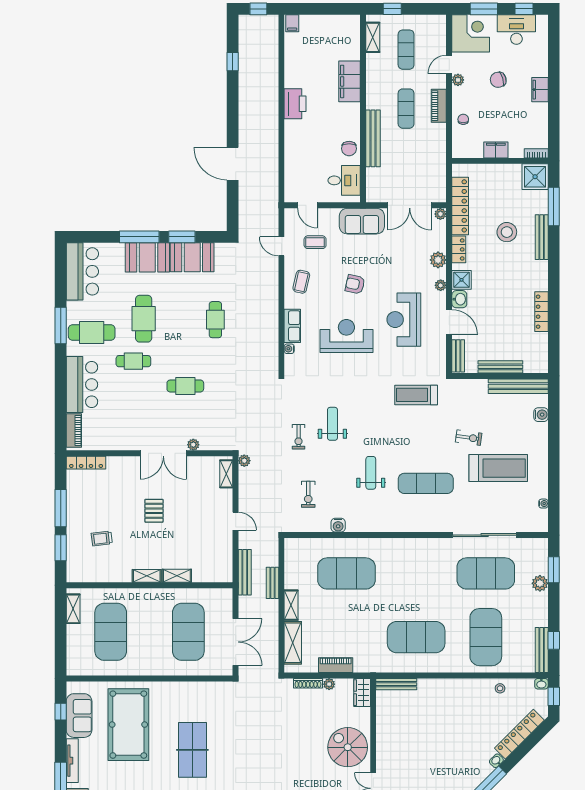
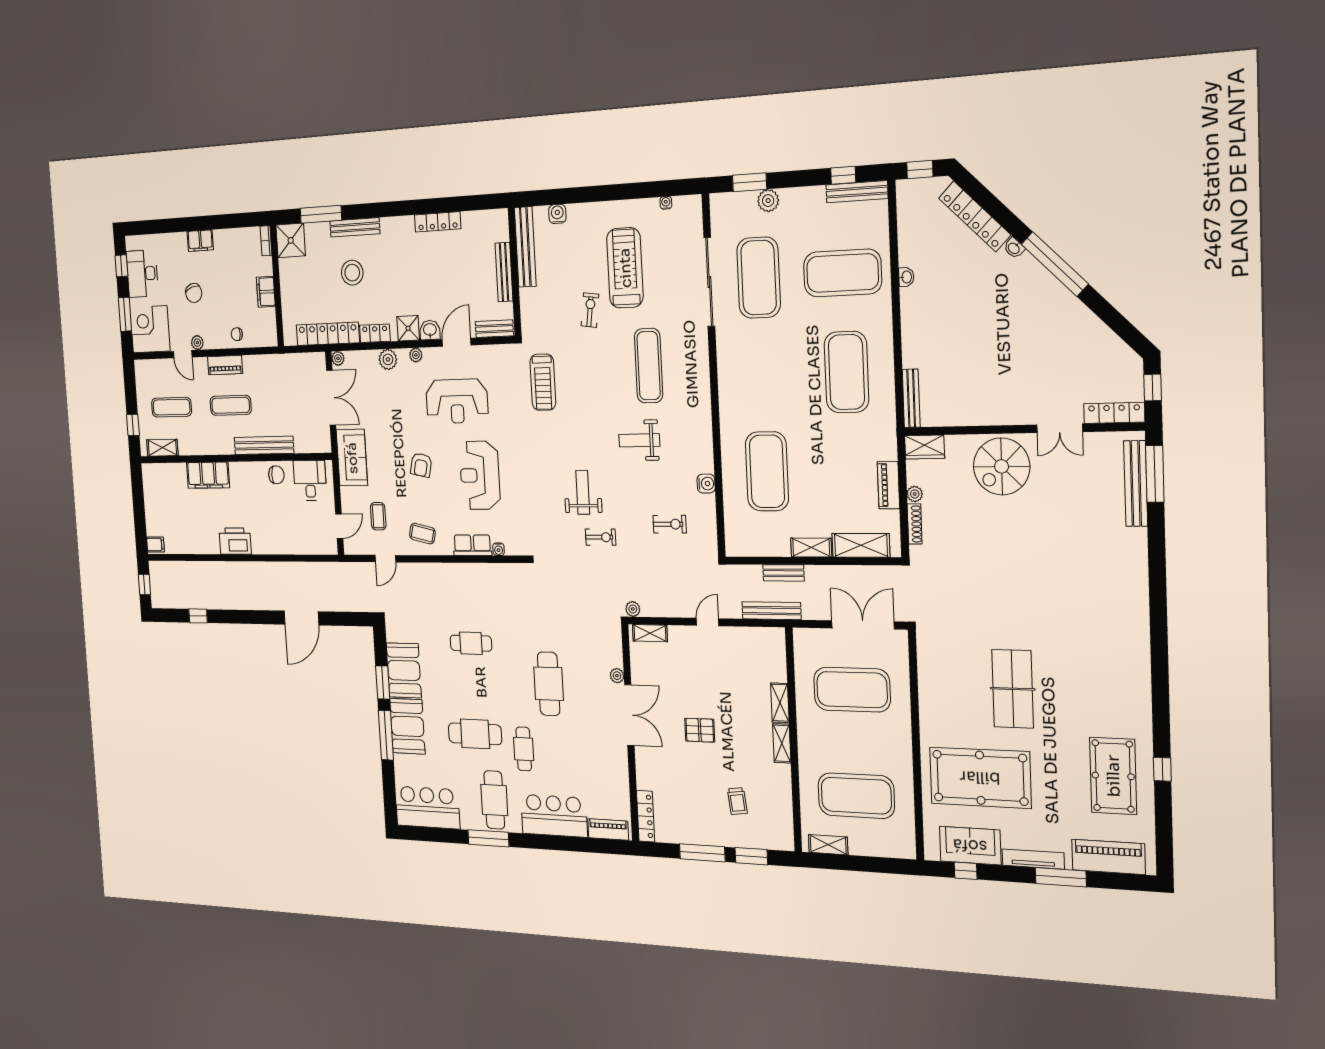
cafe table: (185, 386) -> (549, 684), width x1.37, depth x1.35
weight bench: (332, 424) -> (583, 492), turned 90
washbasin: (541, 684) -> (906, 277), moved
stool: (500, 688) -> (912, 249), removed
table tennis table: (192, 750) -> (1013, 689), turned 90

